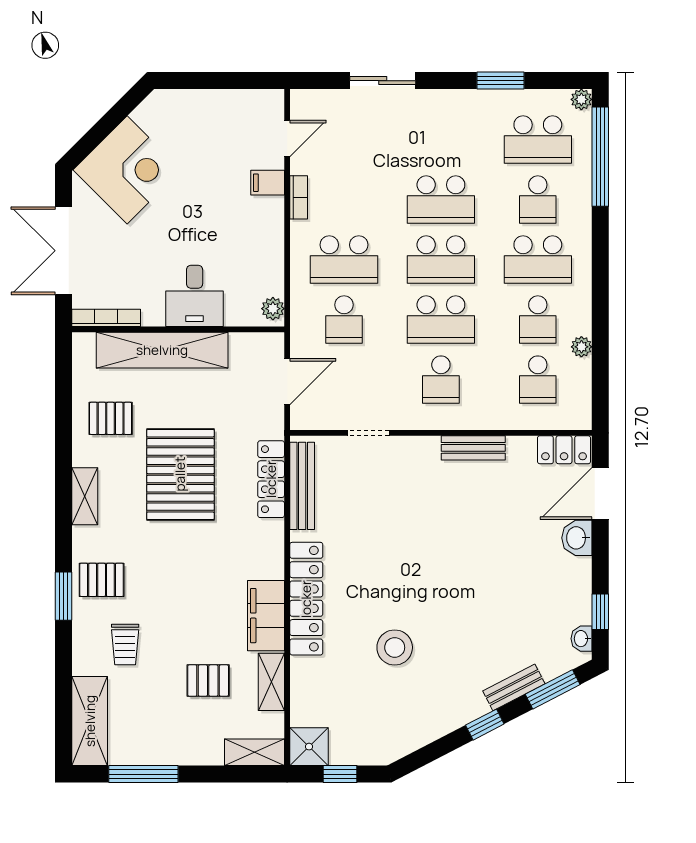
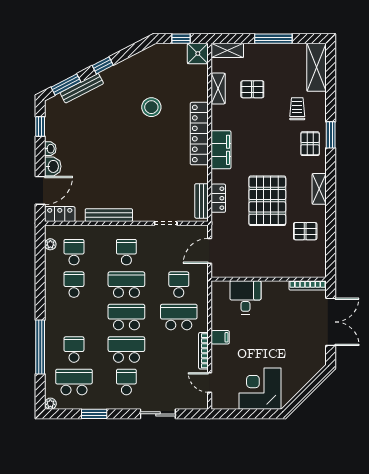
door: (287, 139) -> (210, 382), hinge flipped
window: (600, 157) -> (40, 347), moved
corner desk: (127, 170) -> (260, 389), moved, turned 45
filing cabinet: (268, 183) -> (220, 337), moved
bookcase: (299, 197) -> (203, 351), width x1.56
school desk: (538, 260) -> (126, 382), moved, width x0.54
desk: (195, 296) -> (245, 297), moved
plant: (273, 309) -> (217, 290), removed
plant: (581, 347) -> (50, 244), moved
shelving: (162, 350) -> (277, 268), removed
bench: (473, 448) -> (109, 215), width x1.36
locker: (271, 479) -> (218, 198), width x0.66
bench: (302, 486) -> (201, 201), width x0.73
pallet: (102, 580) -> (310, 144), turned 90
filing cabinet: (266, 616) -> (221, 150), moved
washbasin: (582, 639) -> (50, 149), moved
bench: (514, 687) -> (82, 88), width x1.36
window: (143, 774) -> (273, 39), moved

